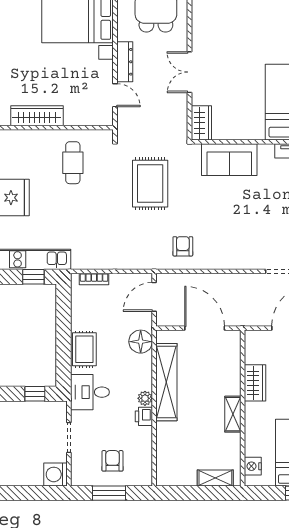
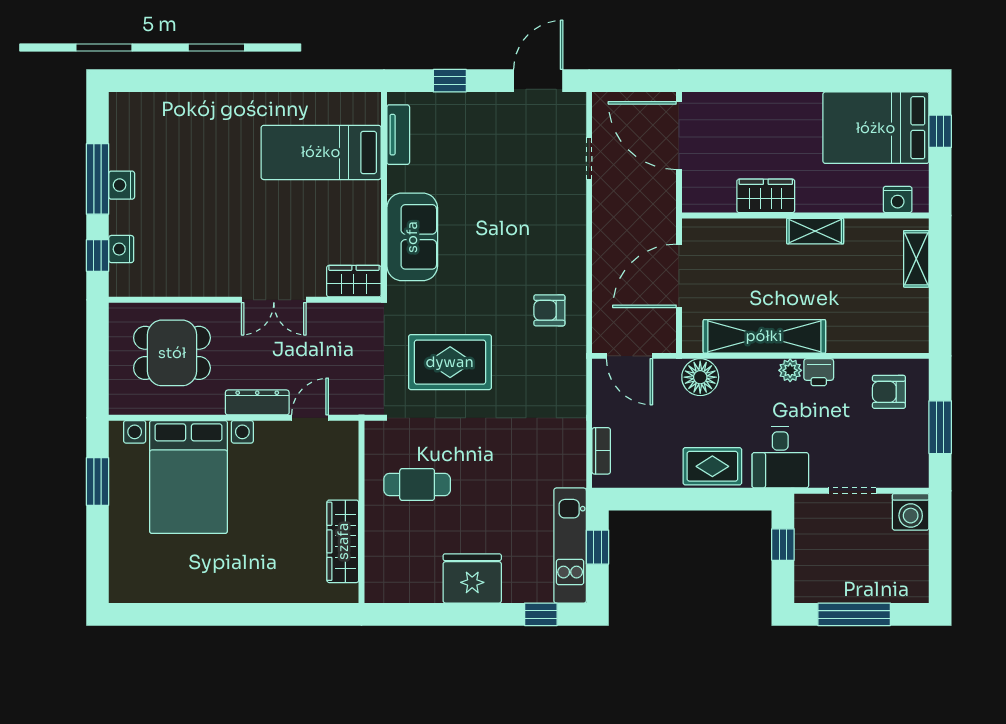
armchair: (112, 461) -> (889, 392), moved

